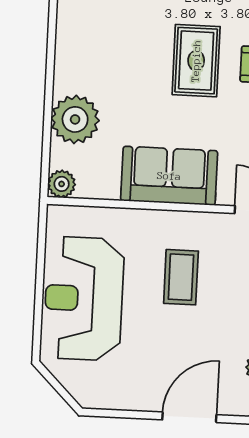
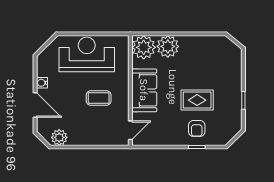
plant: (62, 184) -> (144, 47), width x1.87, depth x1.87
water cooler: (141, 400) -> (42, 83), added

